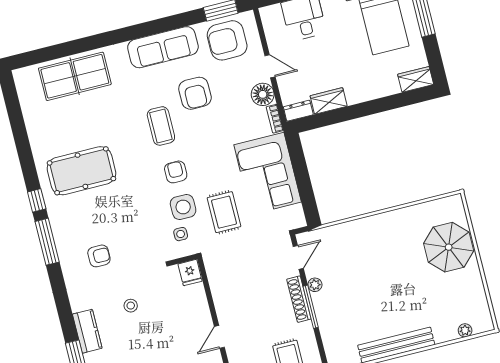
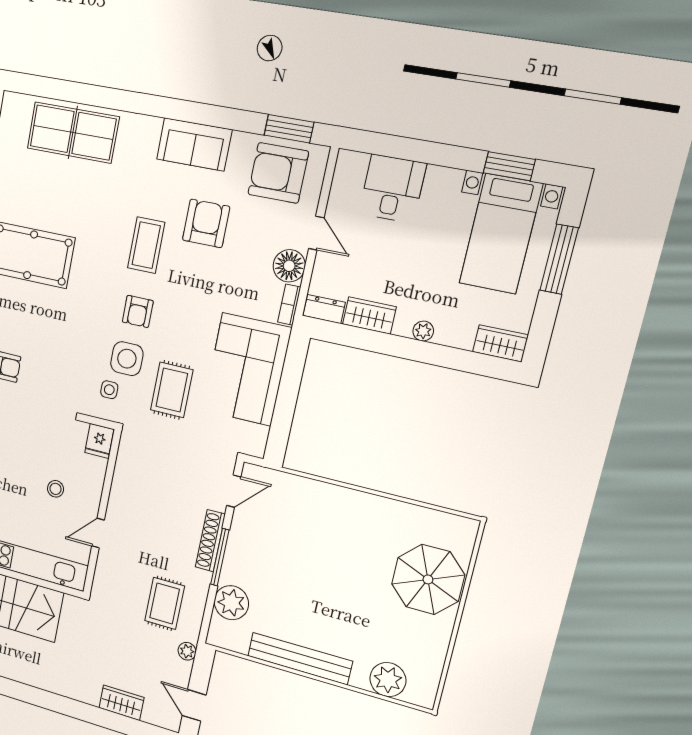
sofa: (163, 47) -> (194, 144), width x0.73
armchair: (195, 93) -> (206, 223), turned 180
plant: (366, 94) -> (423, 331), added
armchair: (176, 172) -> (138, 311), turned 180
plant: (315, 285) -> (231, 603), moved, width x1.88, depth x1.88
stool: (131, 306) -> (56, 489), moved
plant: (465, 330) -> (388, 680), width x1.87, depth x1.87

